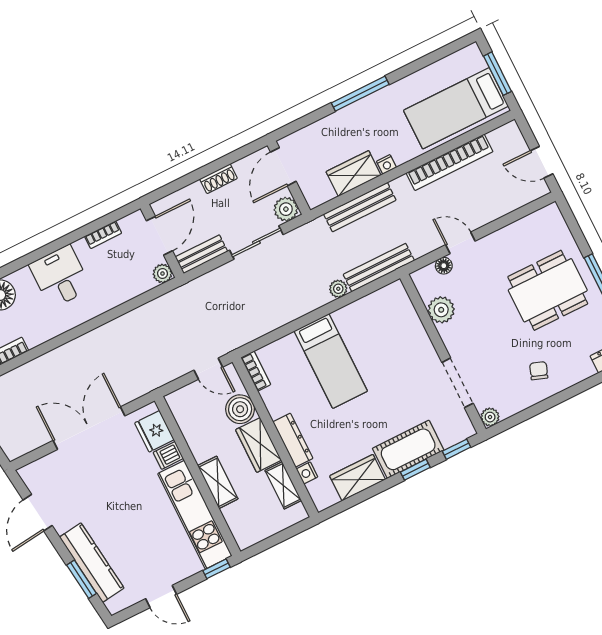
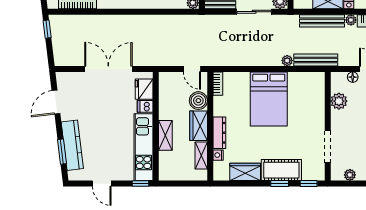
plant: (400, 185) -> (351, 20), added
bed: (331, 361) -> (269, 99), width x1.50
plant: (490, 417) -> (350, 175), moved

